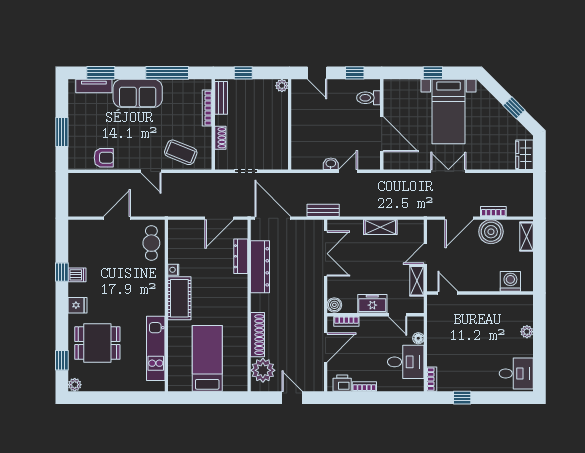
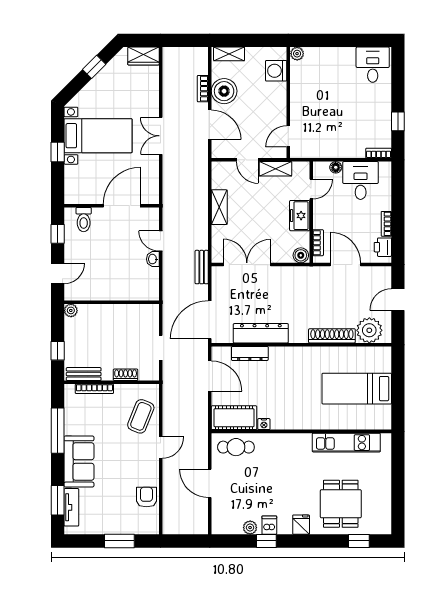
cot: (179, 298) -> (234, 418), moved
plant: (527, 332) -> (297, 54), moved
plant: (75, 385) -> (250, 528), moved

